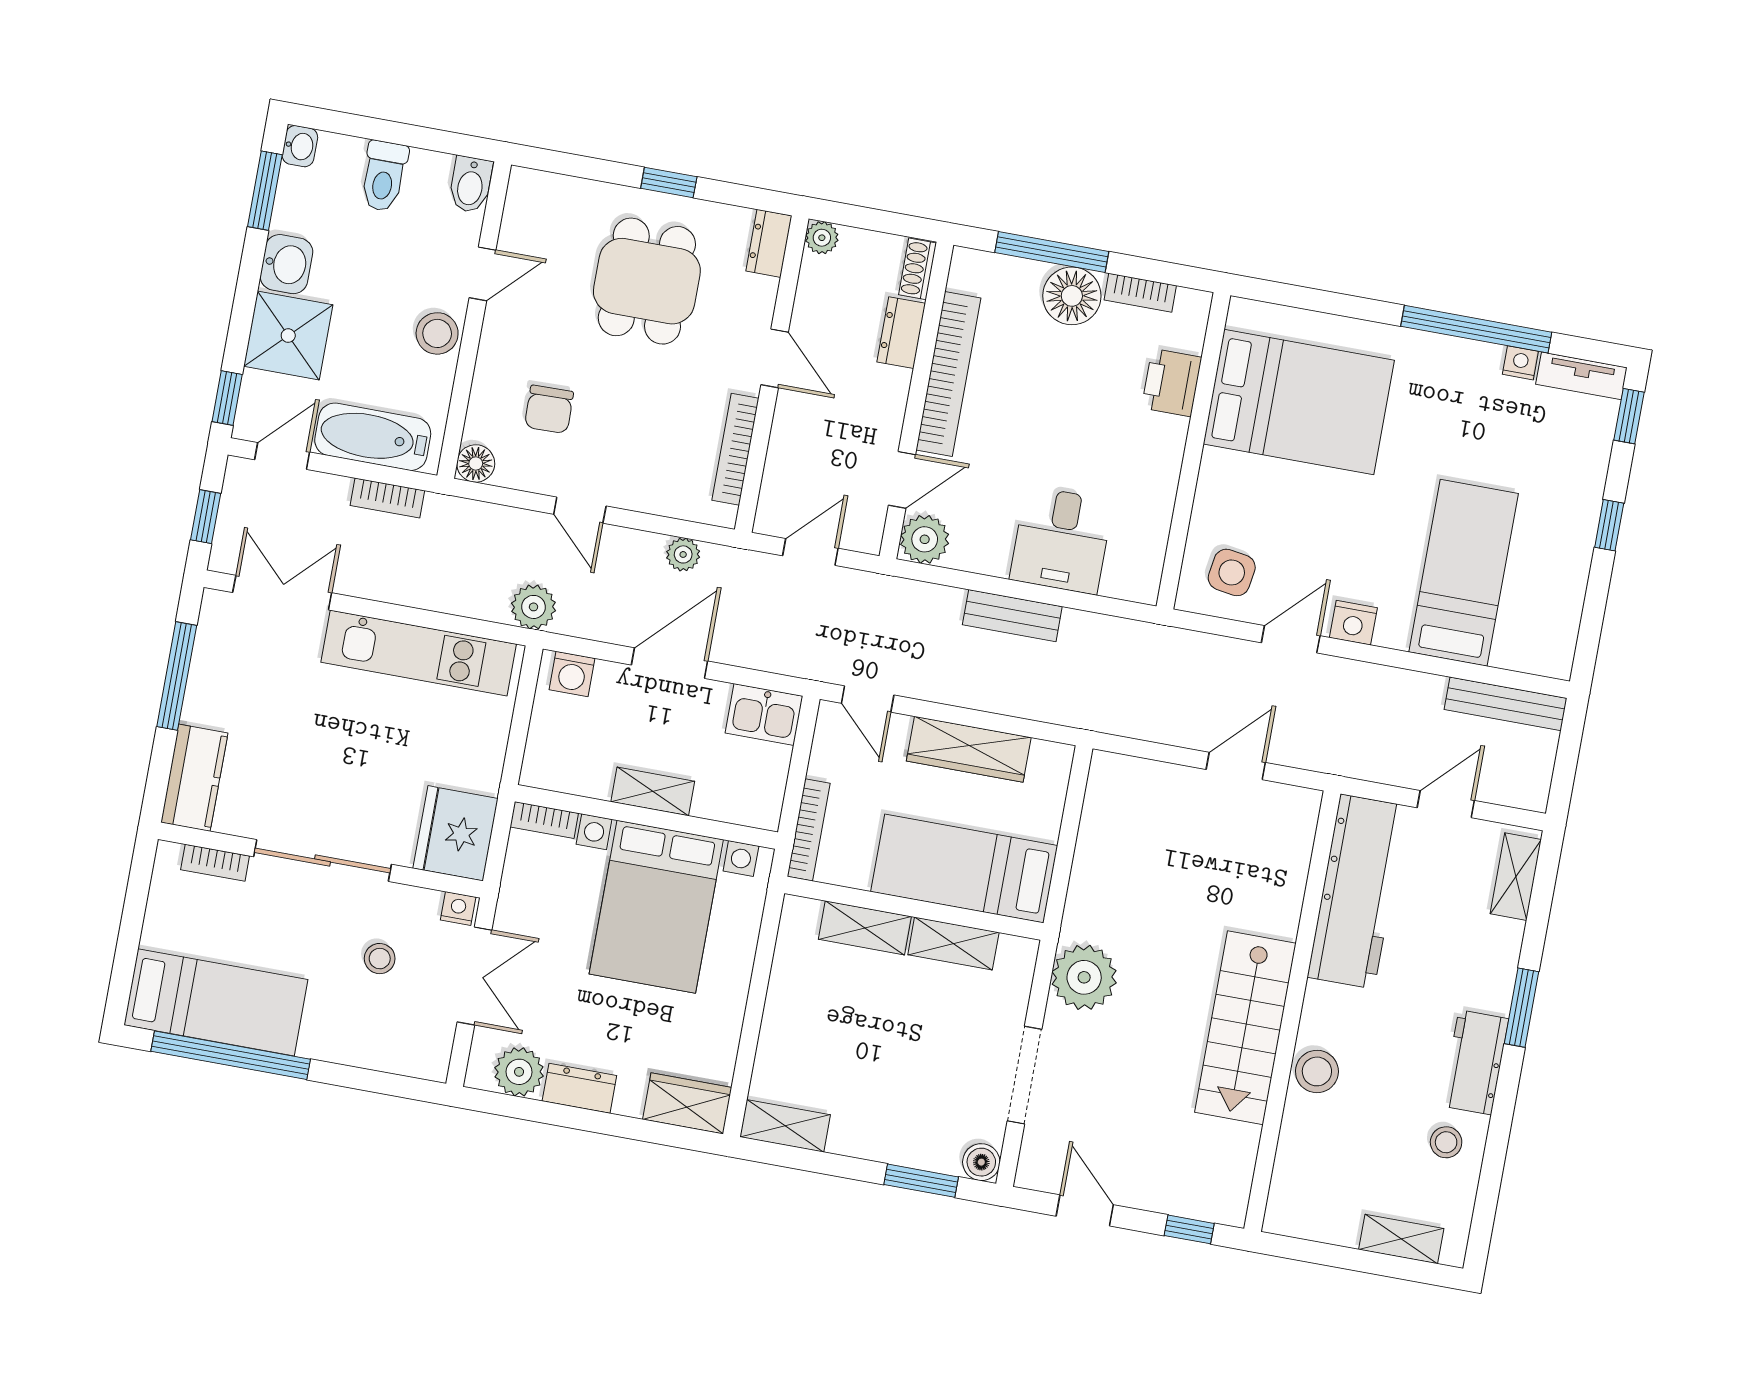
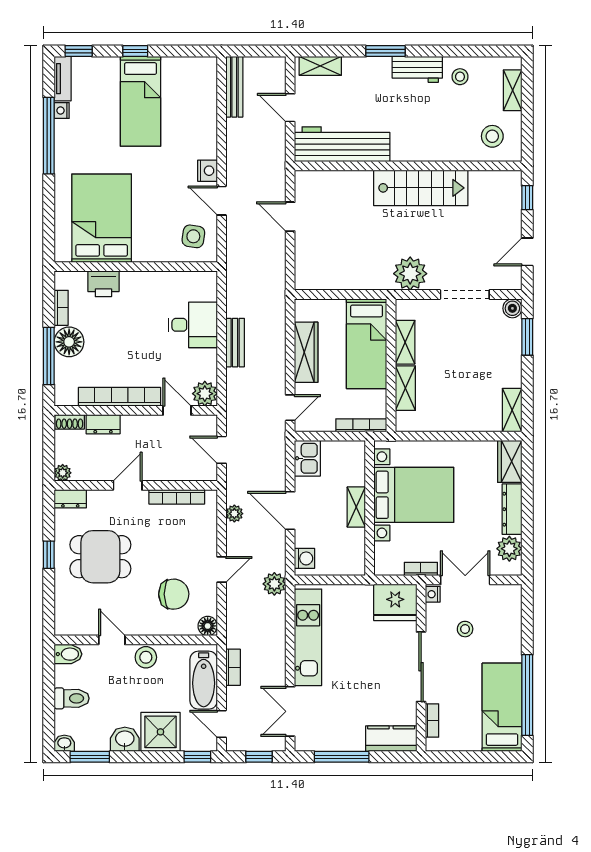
chair: (549, 409) -> (174, 594), width x1.37, depth x1.37
bed: (1464, 573) -> (140, 101), moved, turned -90
bookcase: (544, 820) -> (421, 569), moved, turned -90
stool: (1317, 1071) -> (492, 136), moved
dresser: (579, 1088) -> (512, 509), width x1.44

